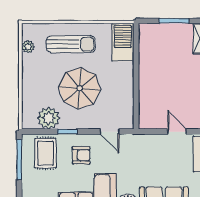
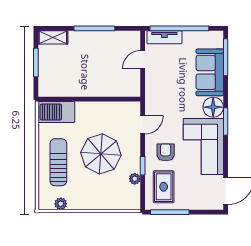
plant: (49, 118) -> (135, 179), width x0.53, depth x0.53
rug: (45, 153) -> (164, 187), turned 90

